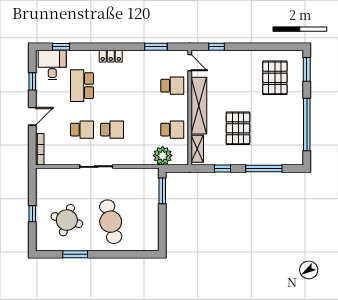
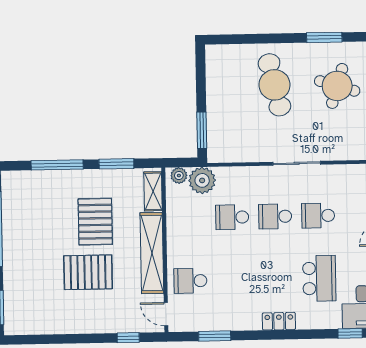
pallet: (275, 78) -> (88, 272), moved, turned 90
school desk: (172, 130) -> (232, 217), moved
plant: (179, 159) -> (179, 176), added
window: (222, 169) -> (116, 164), width x1.50

